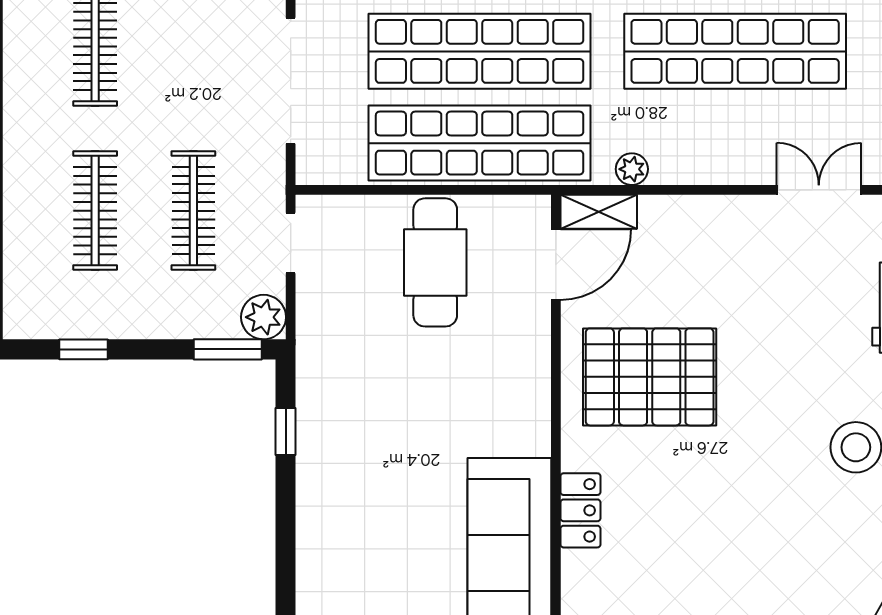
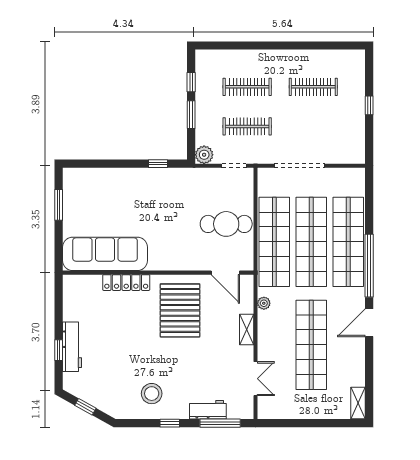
shelving: (599, 212) -> (247, 329), moved
window: (228, 349) -> (191, 115), moved
locker: (580, 510) -> (126, 283), width x1.53

